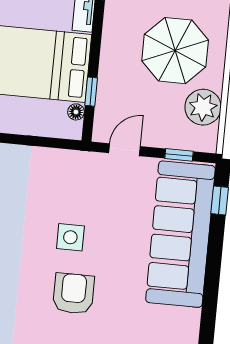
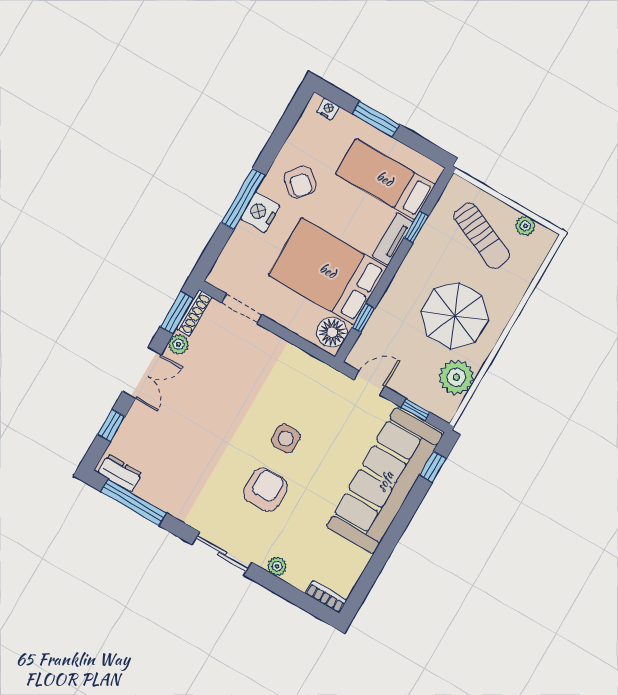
floor lamp: (76, 112) -> (332, 332), width x1.89, depth x1.89

